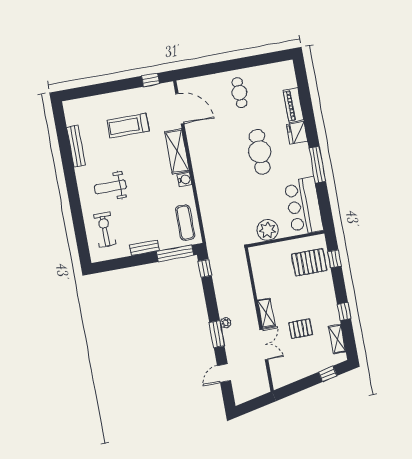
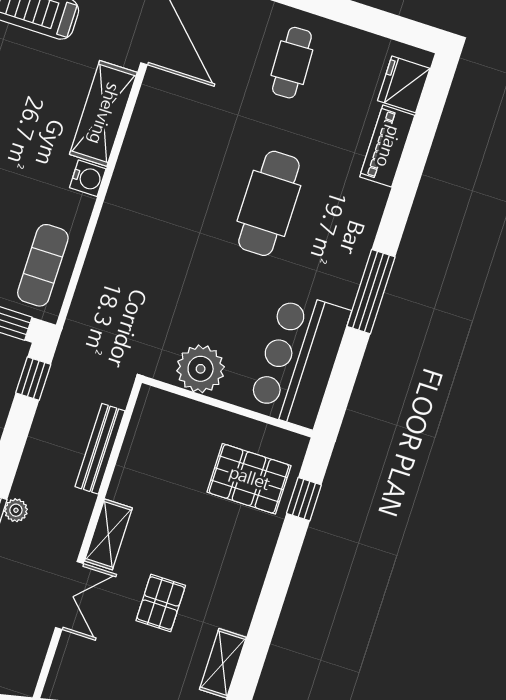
fridge: (297, 133) -> (404, 84), moved
bench: (245, 282) -> (100, 449), added
window: (344, 311) -> (266, 615), removed
pallet: (301, 329) -> (161, 603), turned 90

